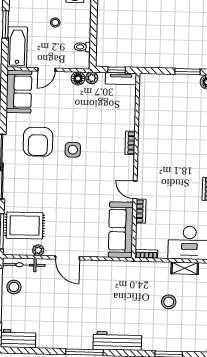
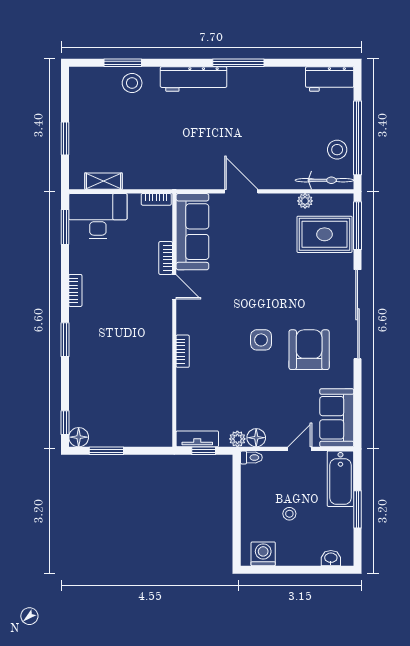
toilet: (82, 47) -> (251, 457), moved
door: (67, 258) -> (241, 191), moved
stool: (169, 302) -> (132, 83), moved

